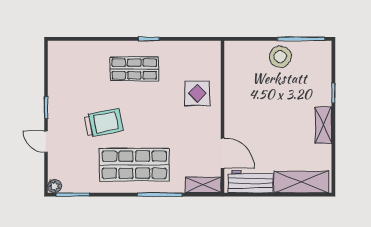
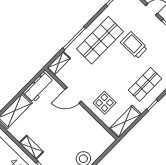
shelving: (196, 51) -> (125, 122), added
trolley: (104, 123) -> (134, 45), turned 101
door: (223, 153) -> (73, 95), moved

